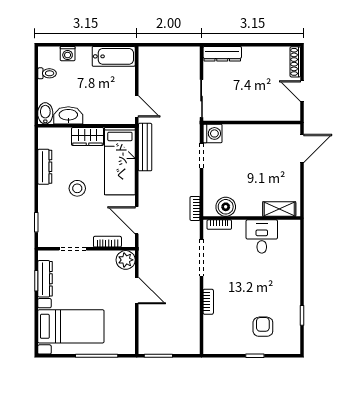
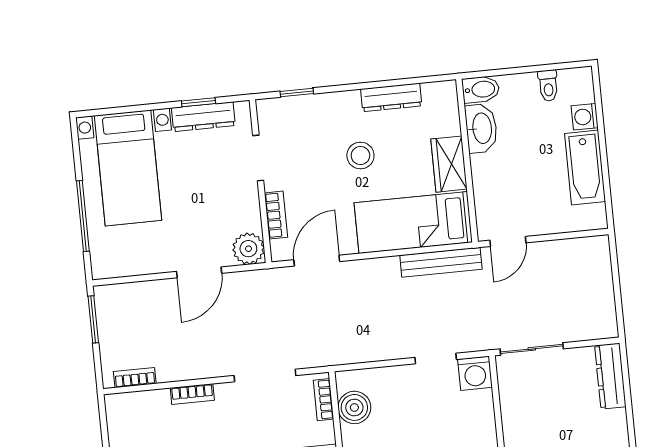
bathtub: (114, 56) -> (585, 168), moved
bookcase: (195, 208) -> (135, 378), moved

